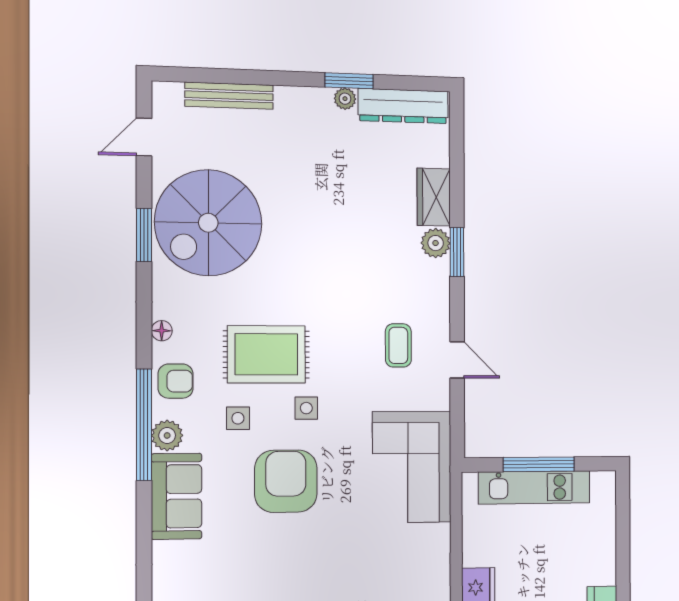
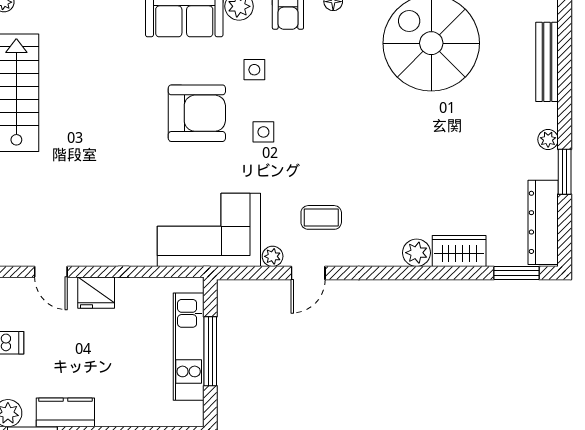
plant: (345, 99) -> (548, 139), moved
window: (457, 252) -> (517, 273), moved
rug: (266, 354) -> (312, 96), removed
plant: (440, 398) -> (273, 256), added

